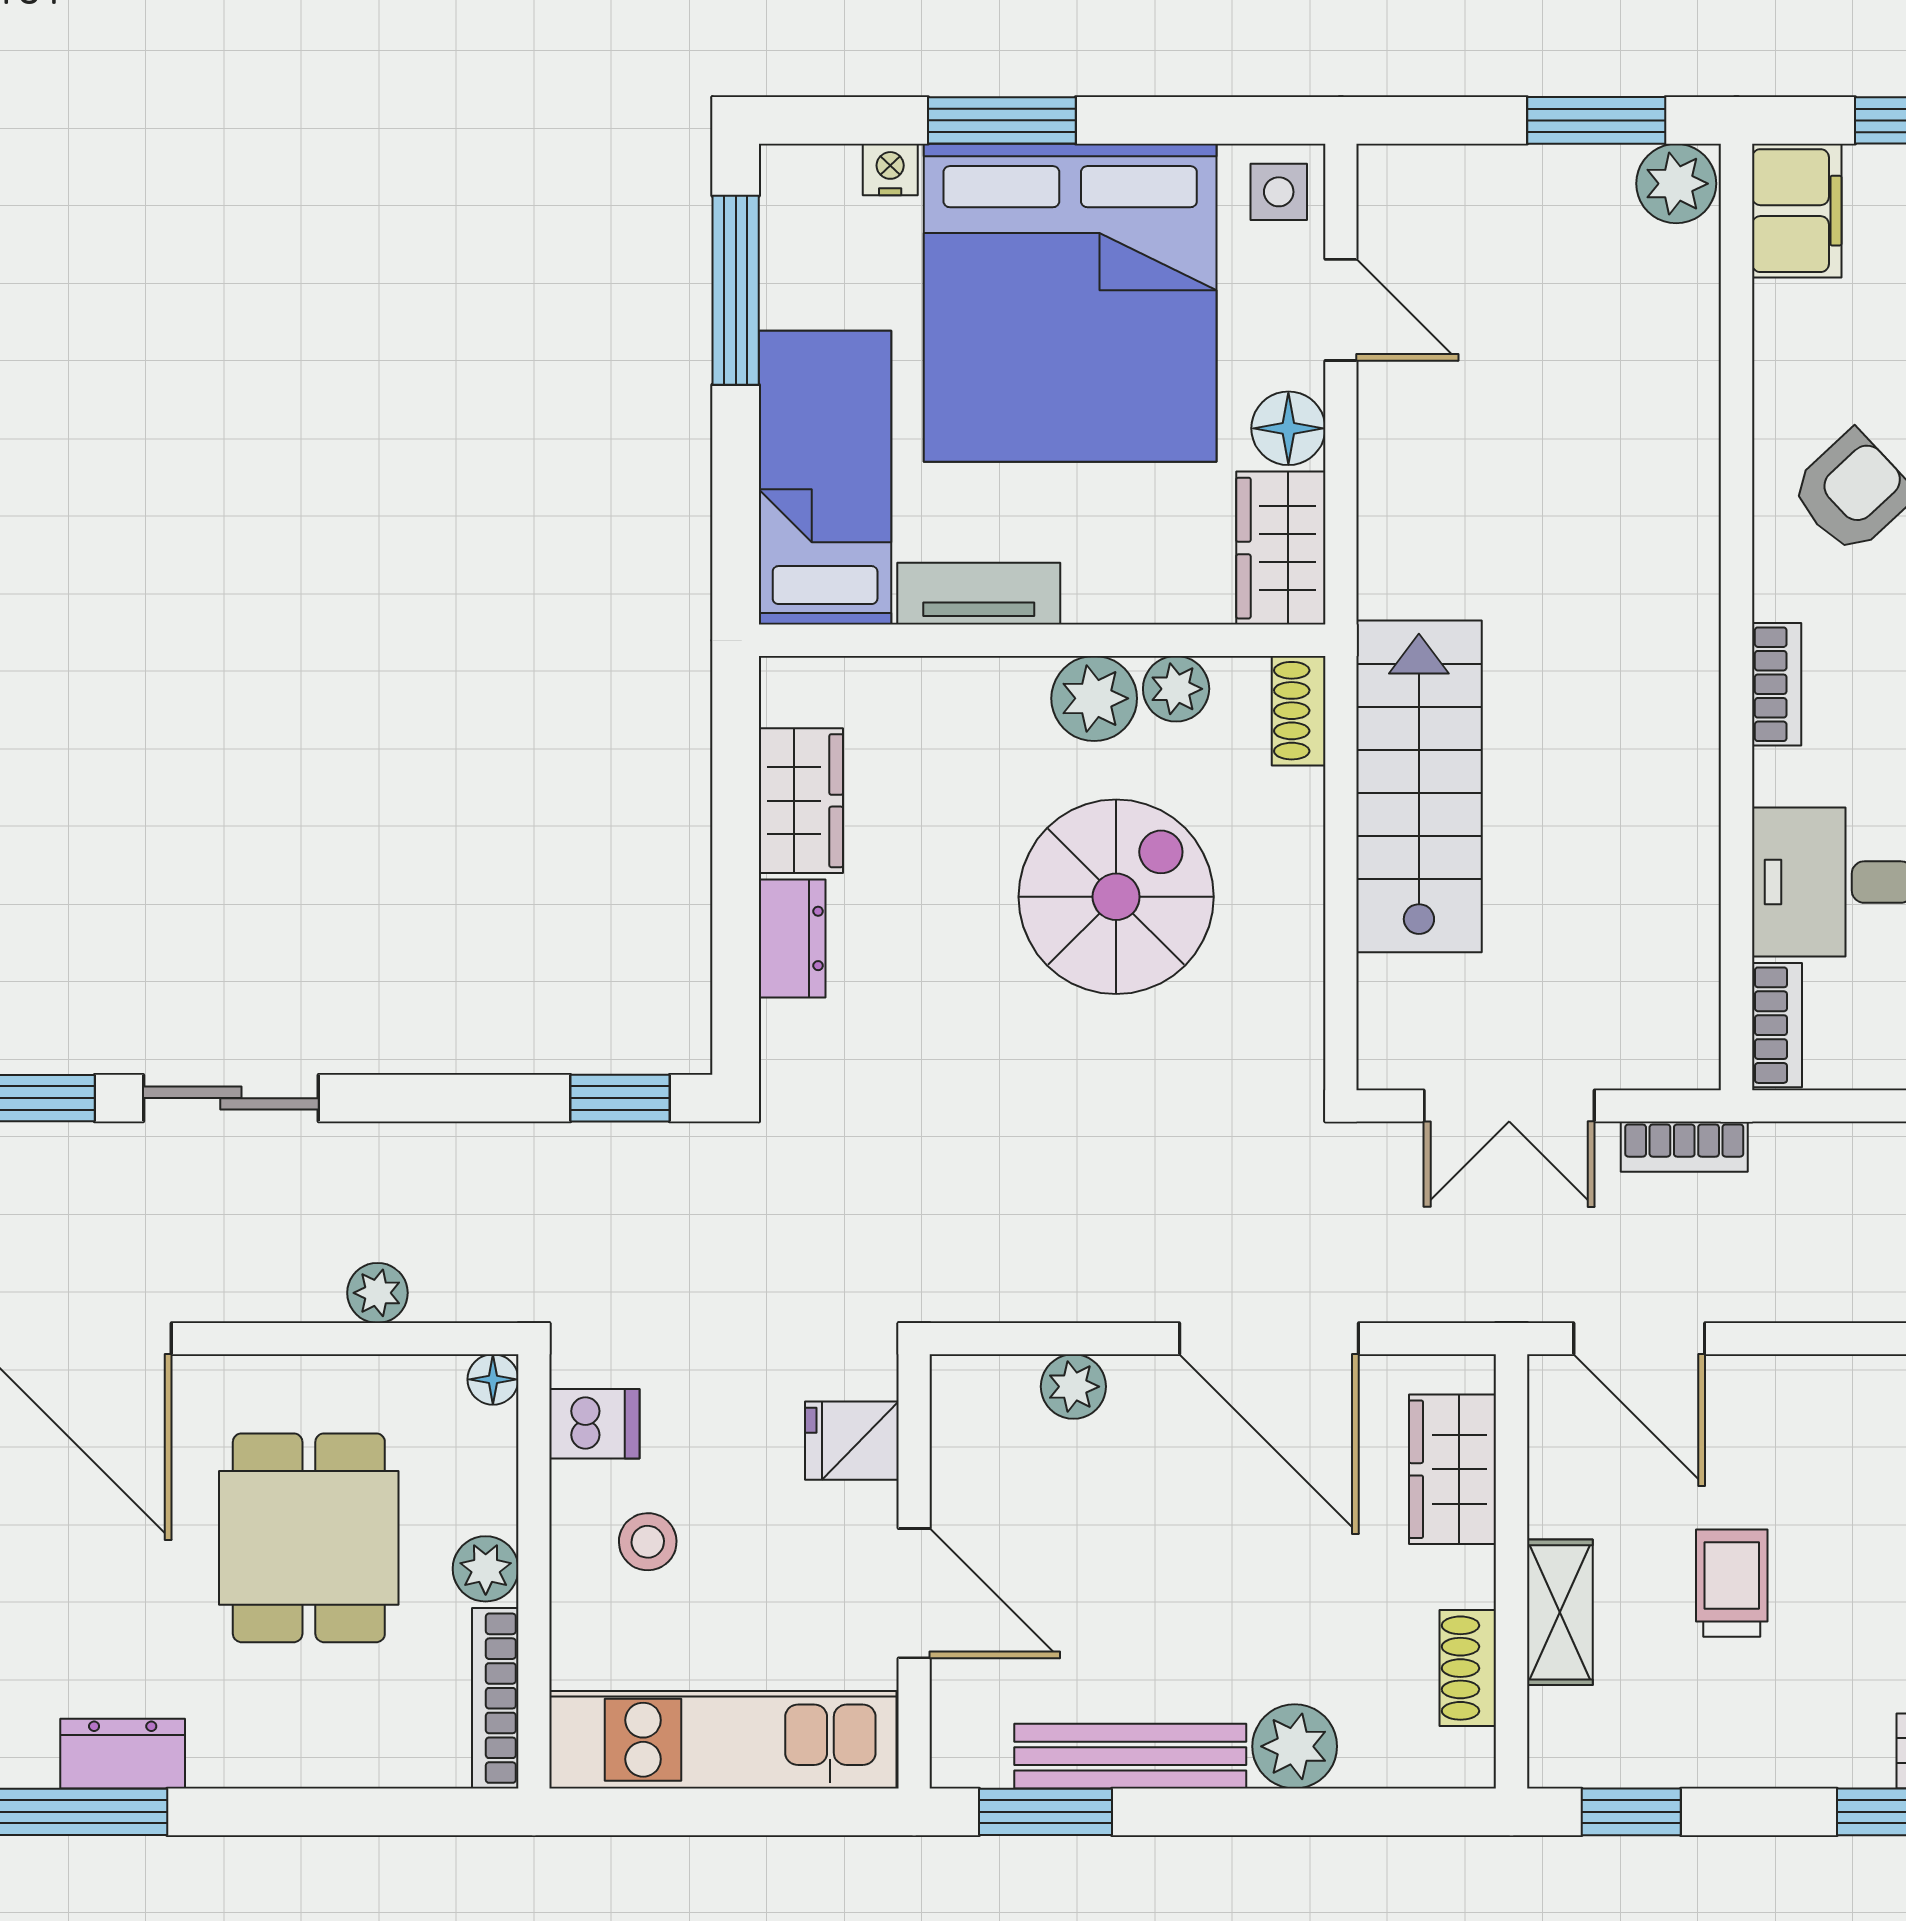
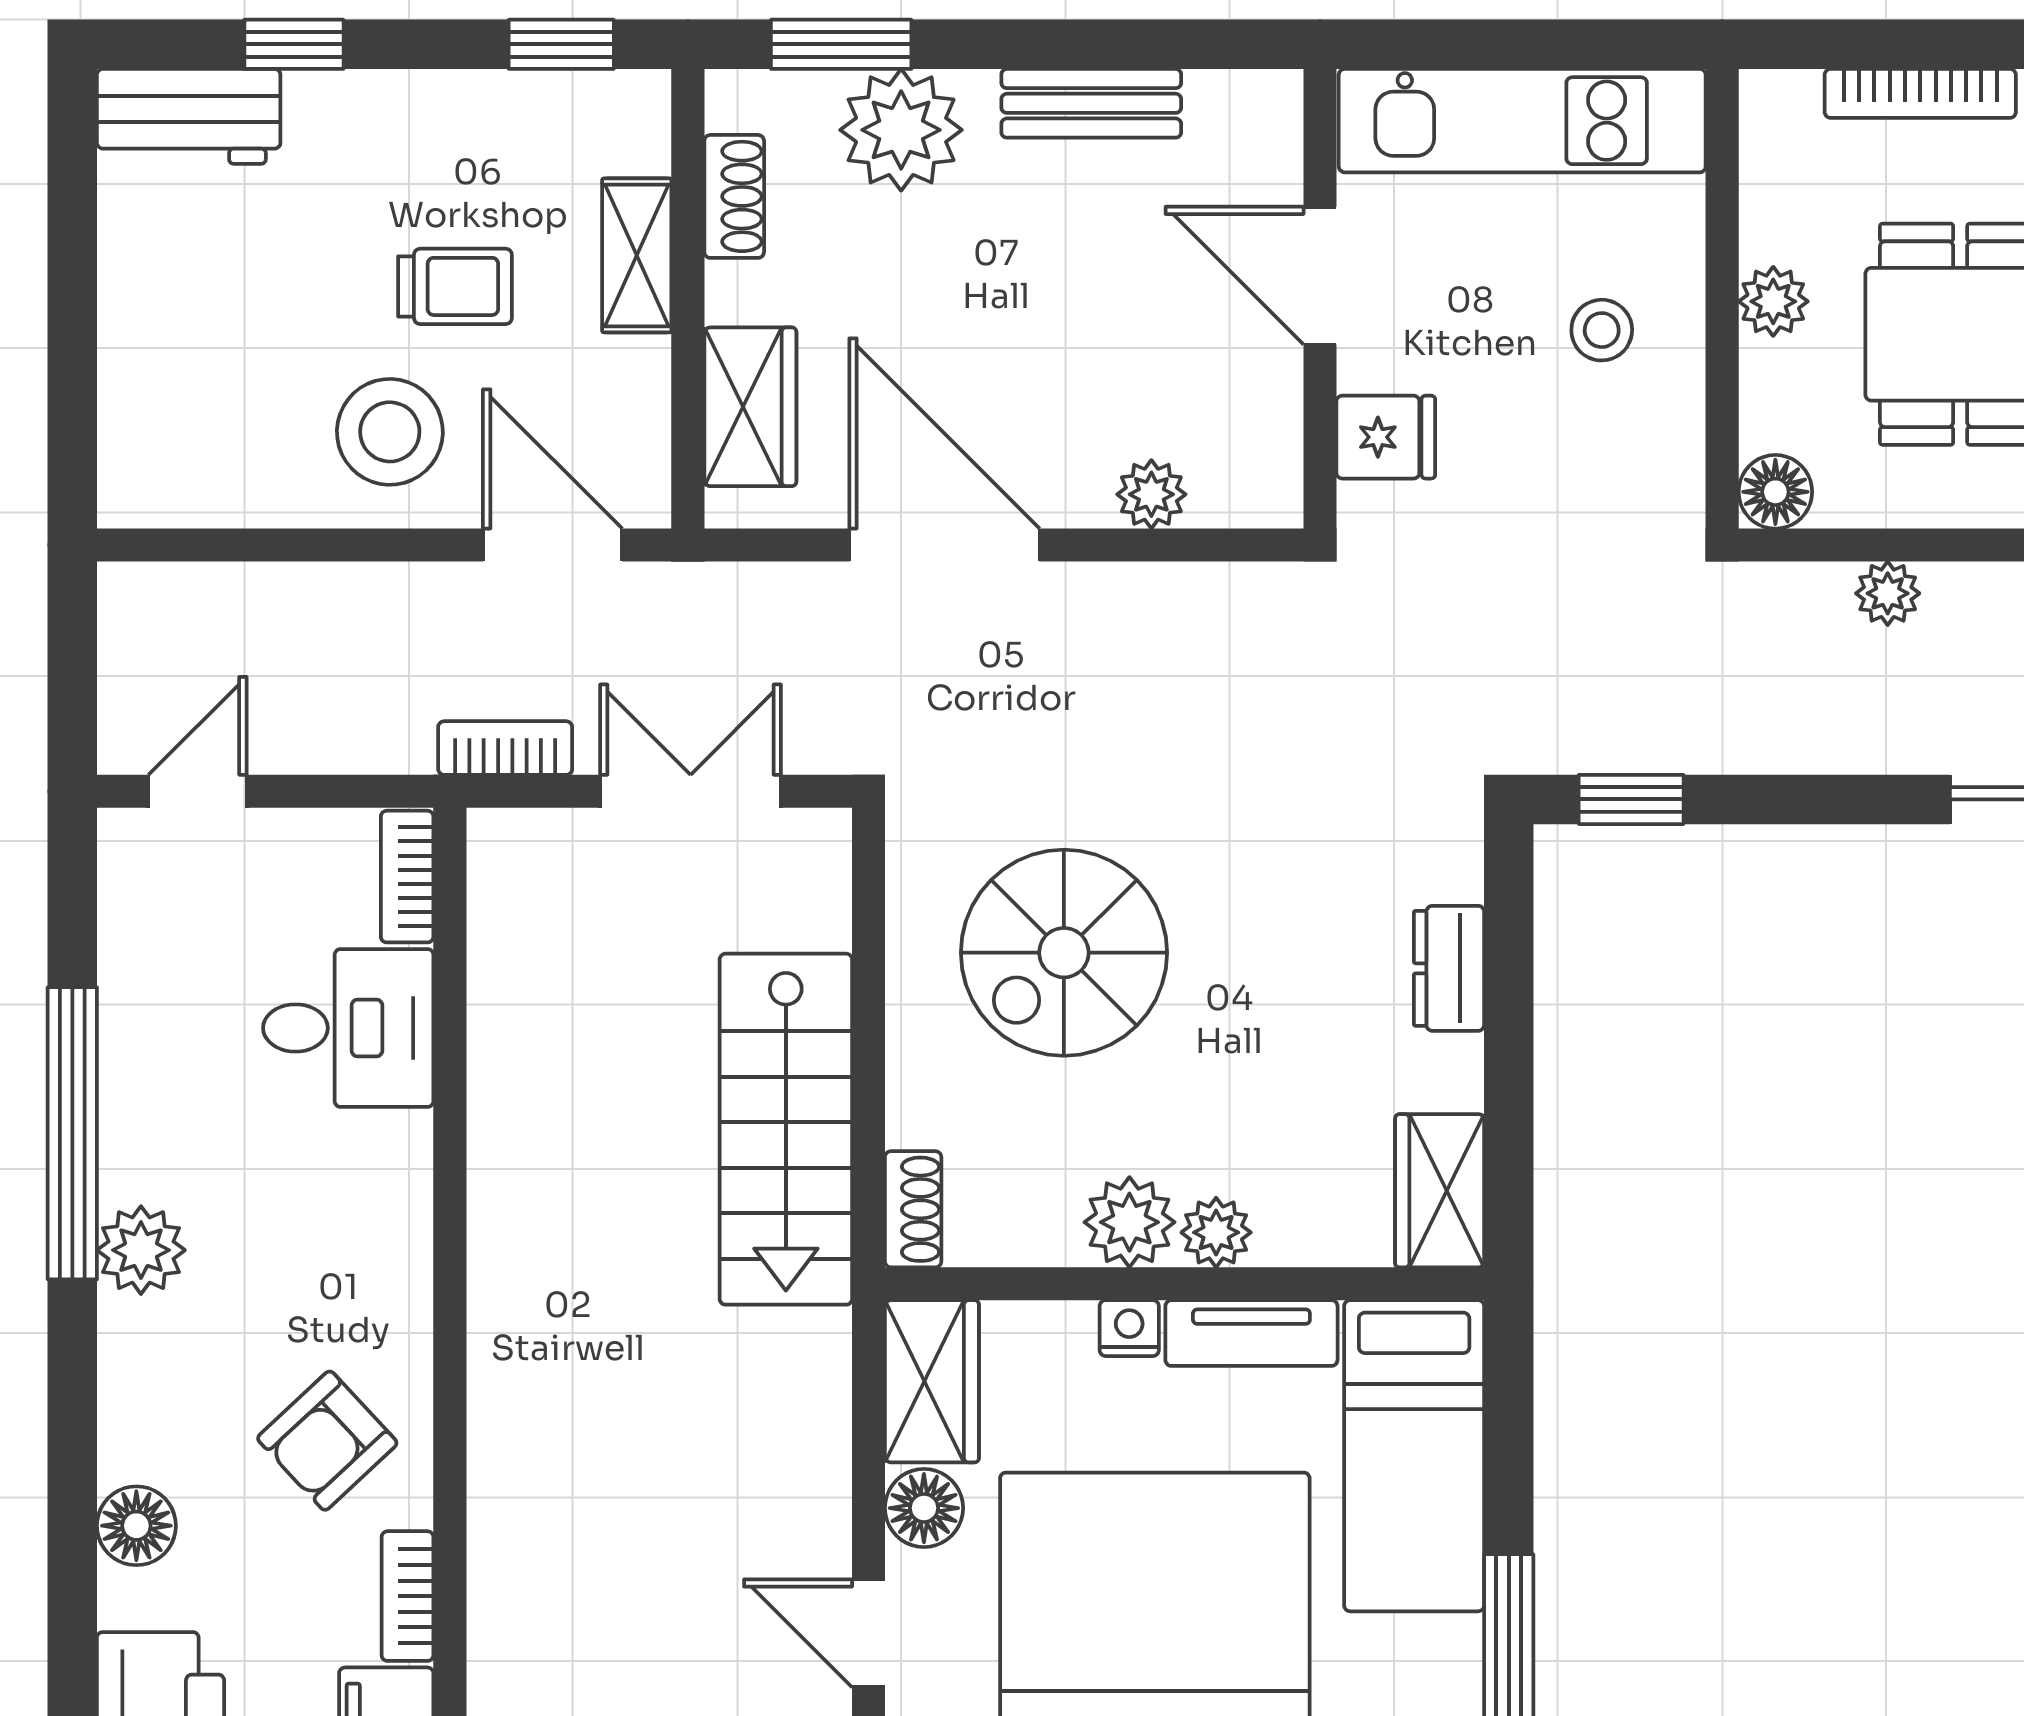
nightstand: (1094, 598) -> (1129, 1328), added
bookcase: (1777, 684) -> (408, 1596), moved
plant: (1176, 689) -> (1216, 1232), moved
wardrobe: (801, 801) -> (1440, 1191), moved
spiral stairs: (1116, 897) -> (1064, 953), moved
floor lamp: (493, 1379) -> (1775, 492), width x1.37, depth x1.37
dishwasher: (594, 1424) -> (1658, 455), removed
stool: (1793, 1446) -> (390, 432), added
trolley: (1732, 1583) -> (455, 286), turned -90
bookcase: (495, 1698) -> (1920, 93), moved, turned 90
plant: (1295, 1746) -> (901, 130), width x1.36, depth x1.36
bench: (1130, 1756) -> (1091, 103), width x0.73
window: (1046, 1812) -> (841, 44), moved

